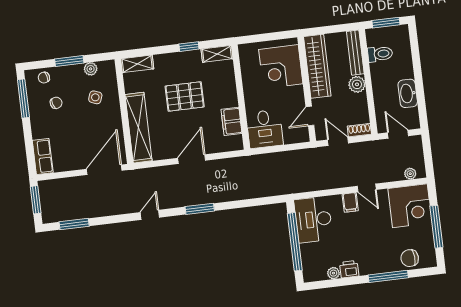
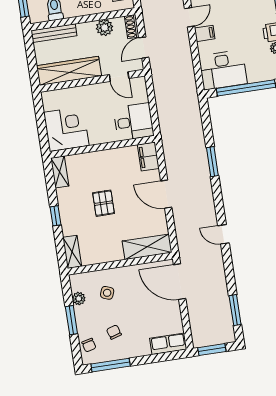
window: (189, 47) -> (55, 216), moved
corner desk: (281, 67) -> (66, 129), moved, turned -90
plant: (357, 84) -> (105, 28), moved
pallet: (185, 96) -> (103, 203), width x0.67, depth x0.71
filing cabinet: (231, 121) -> (148, 157), moved, turned 90
shelving: (139, 128) -> (147, 247), width x0.68
window: (200, 209) -> (212, 162), moved

